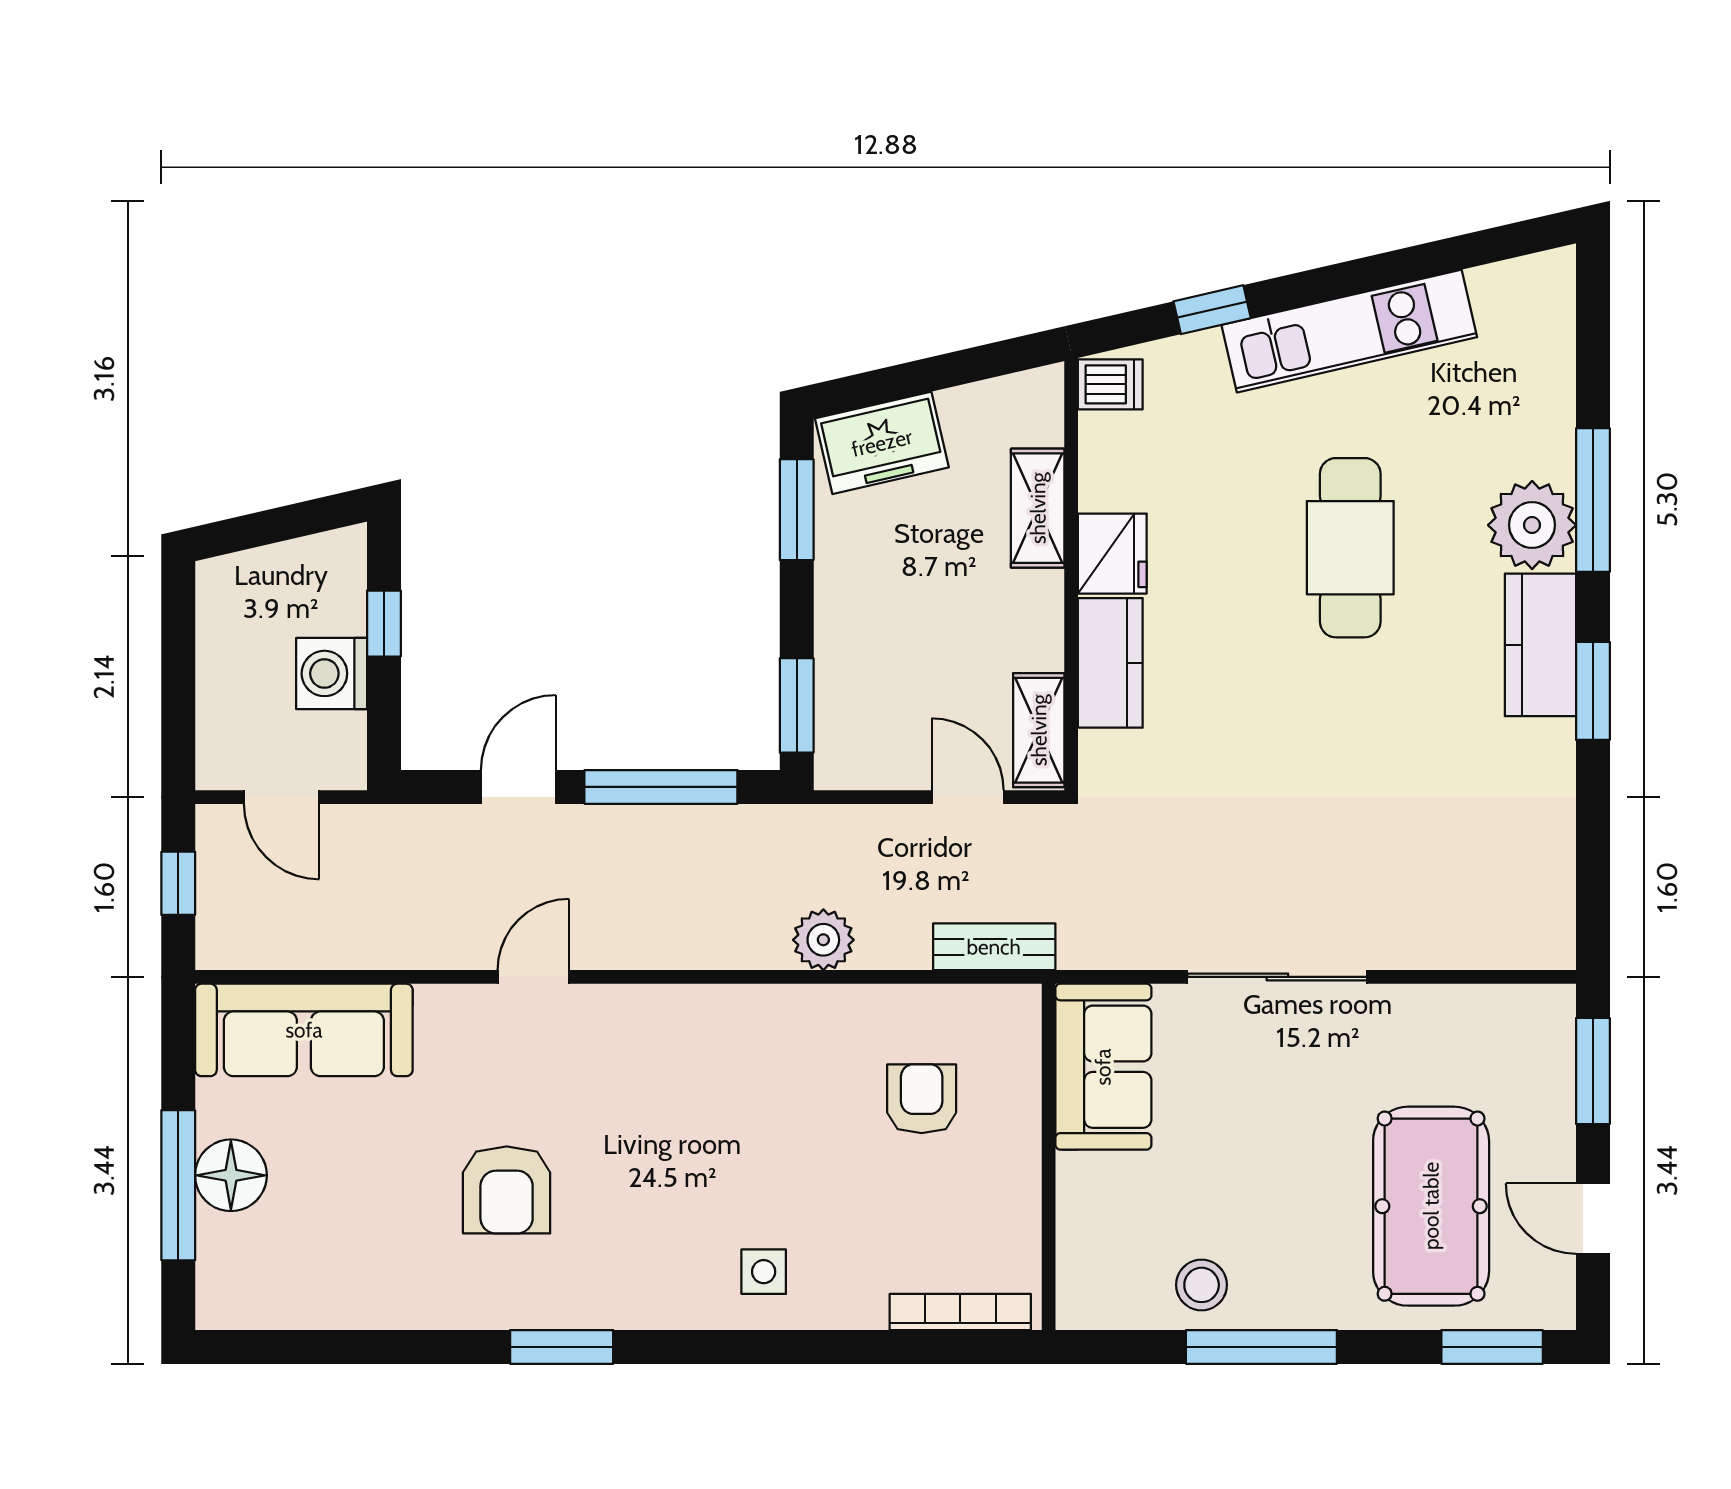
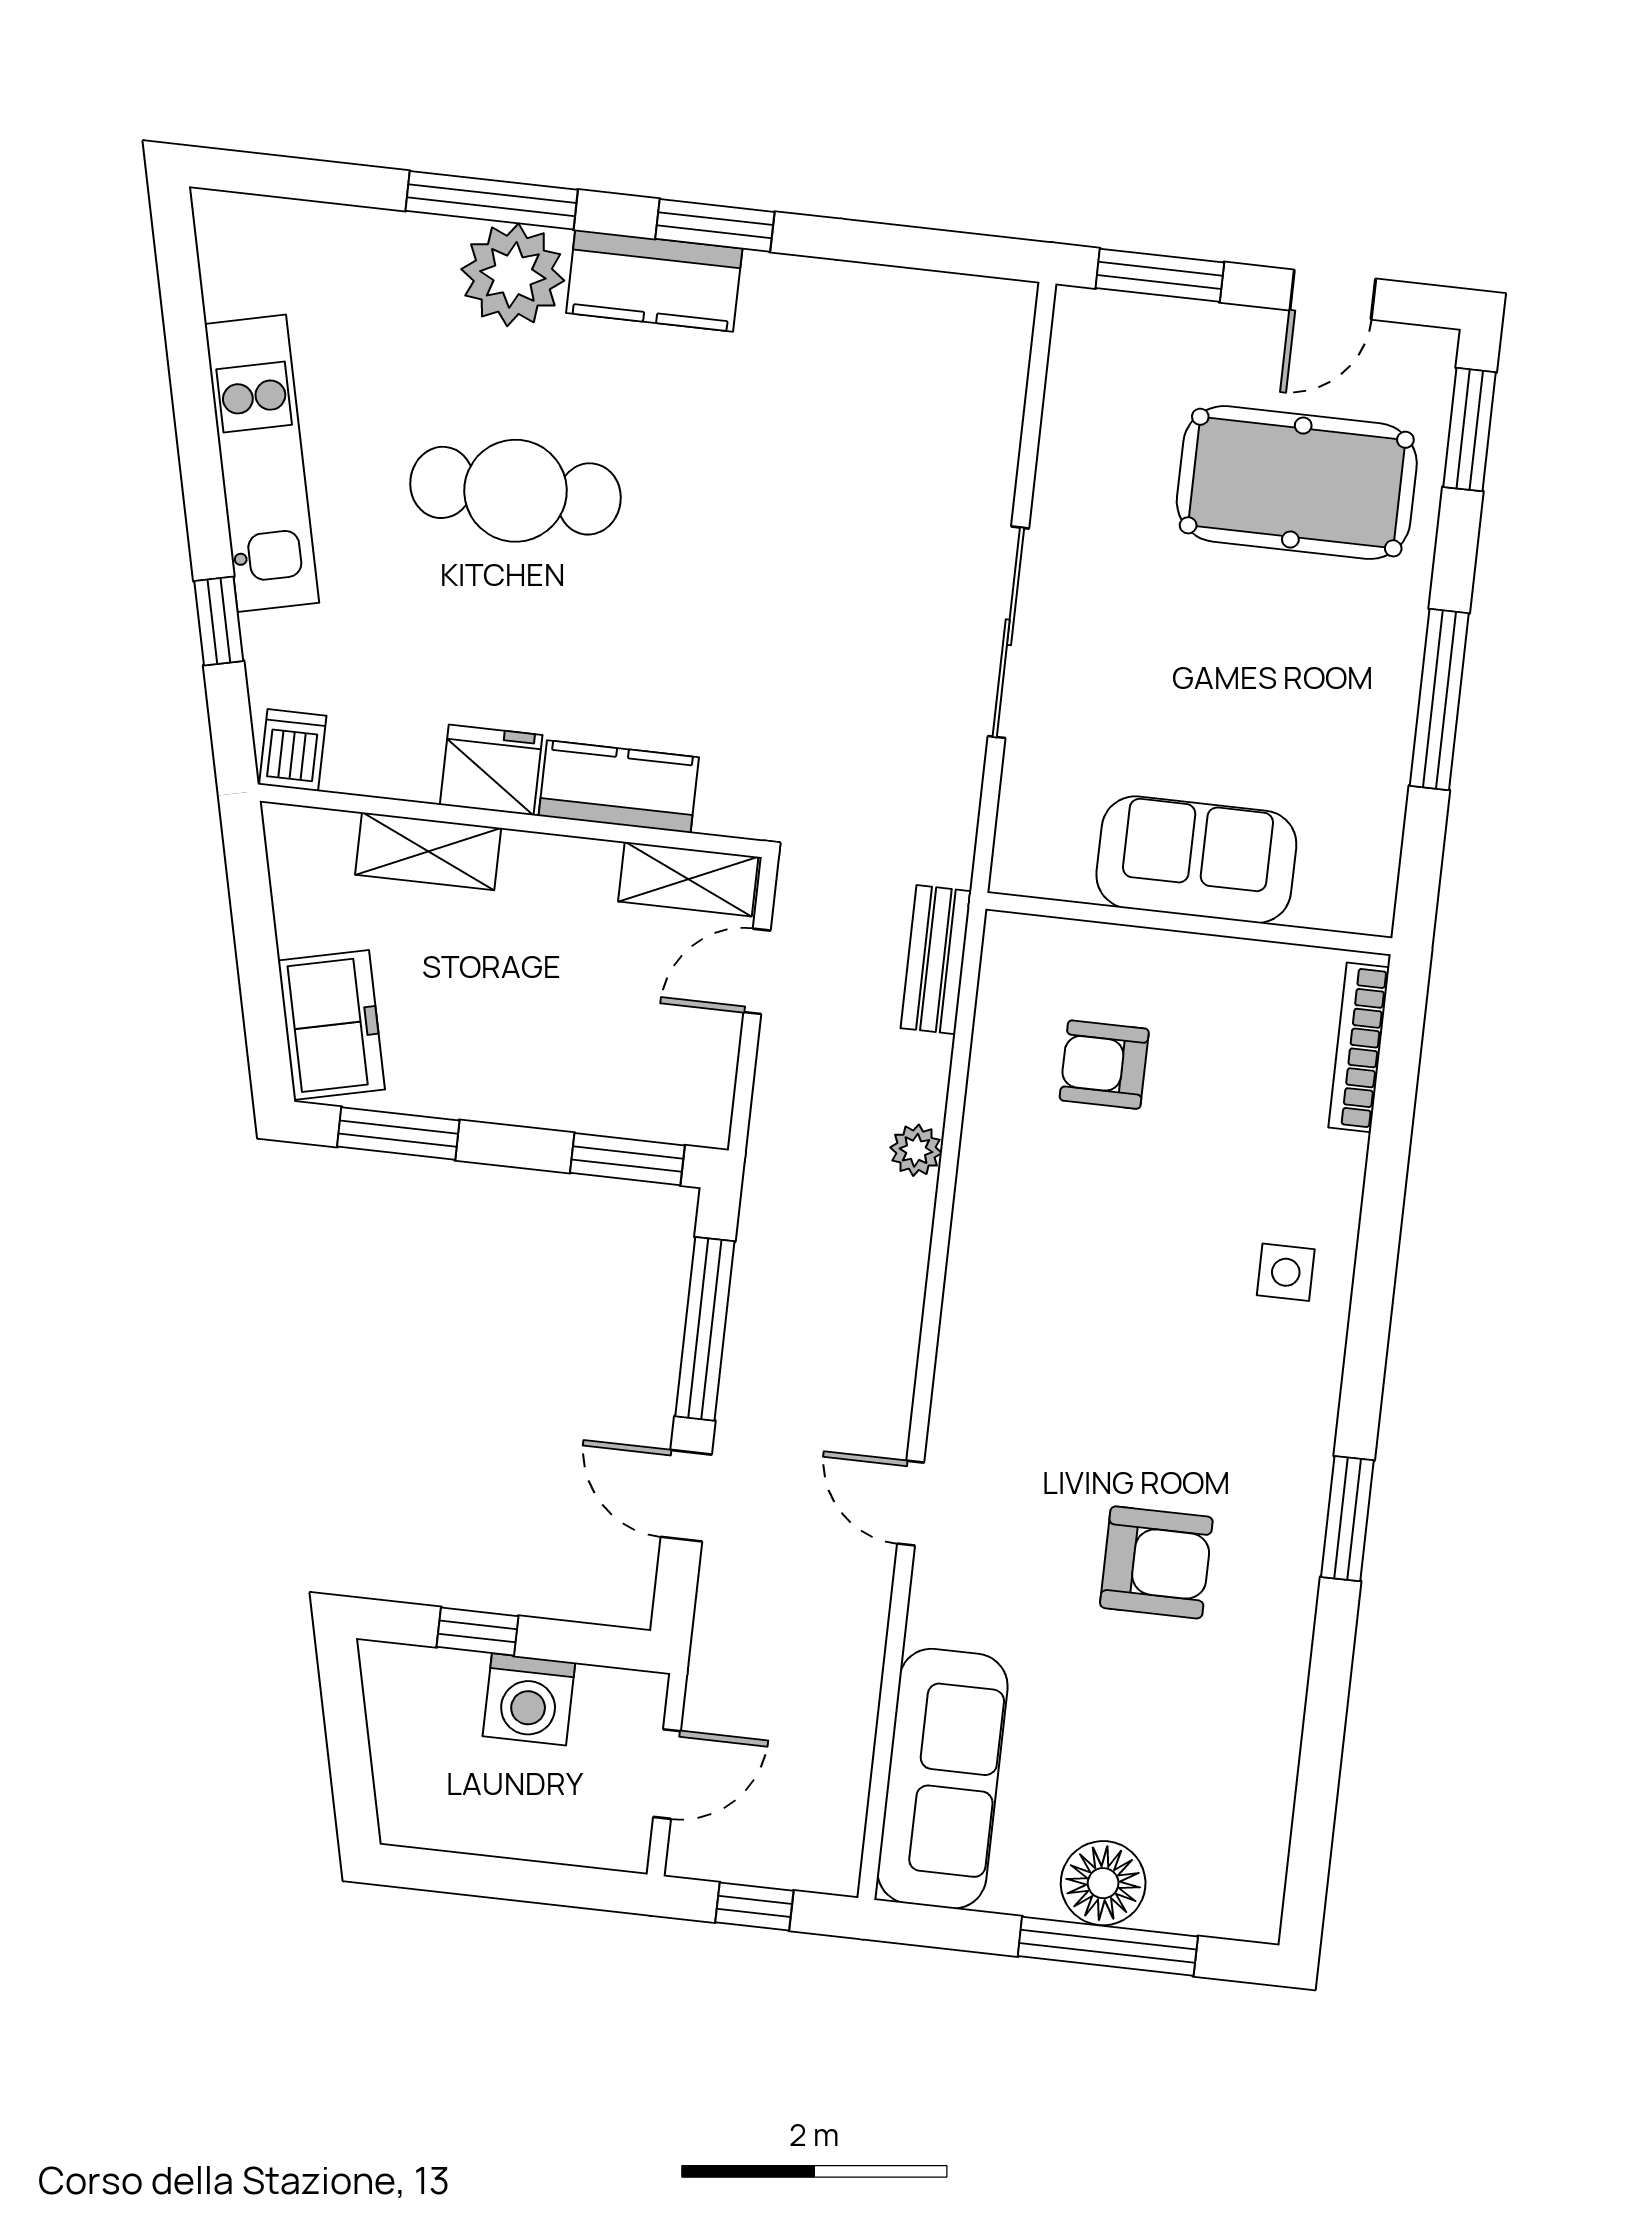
plant: (823, 940) -> (916, 1150), width x0.73, depth x0.73
sofa: (1103, 1067) -> (1196, 860), moved
stool: (1202, 1285) -> (1359, 762), removed

